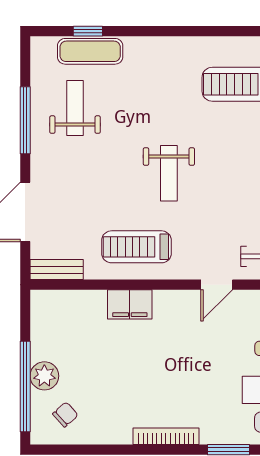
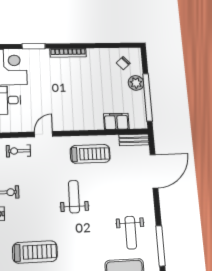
window: (25, 120) -> (161, 246), moved
filing cabinet: (130, 304) -> (116, 121), moved
window: (25, 387) -> (148, 97), moved

